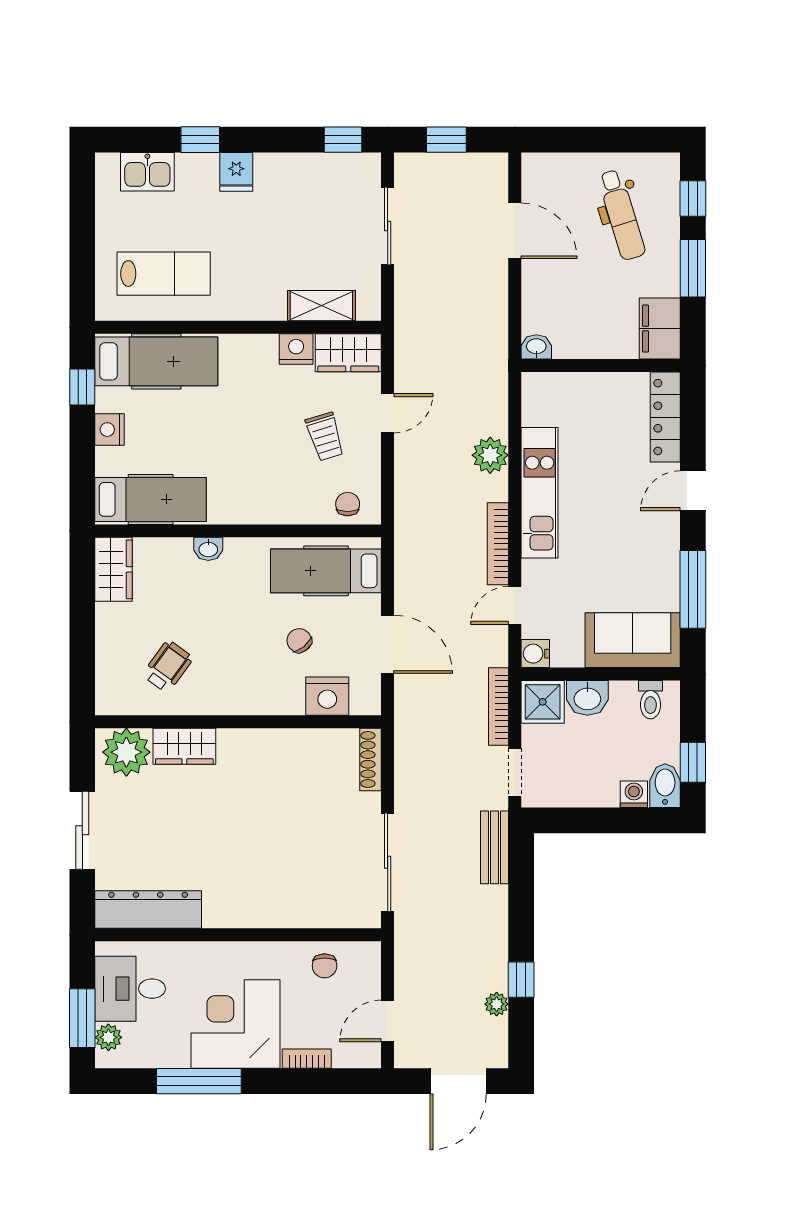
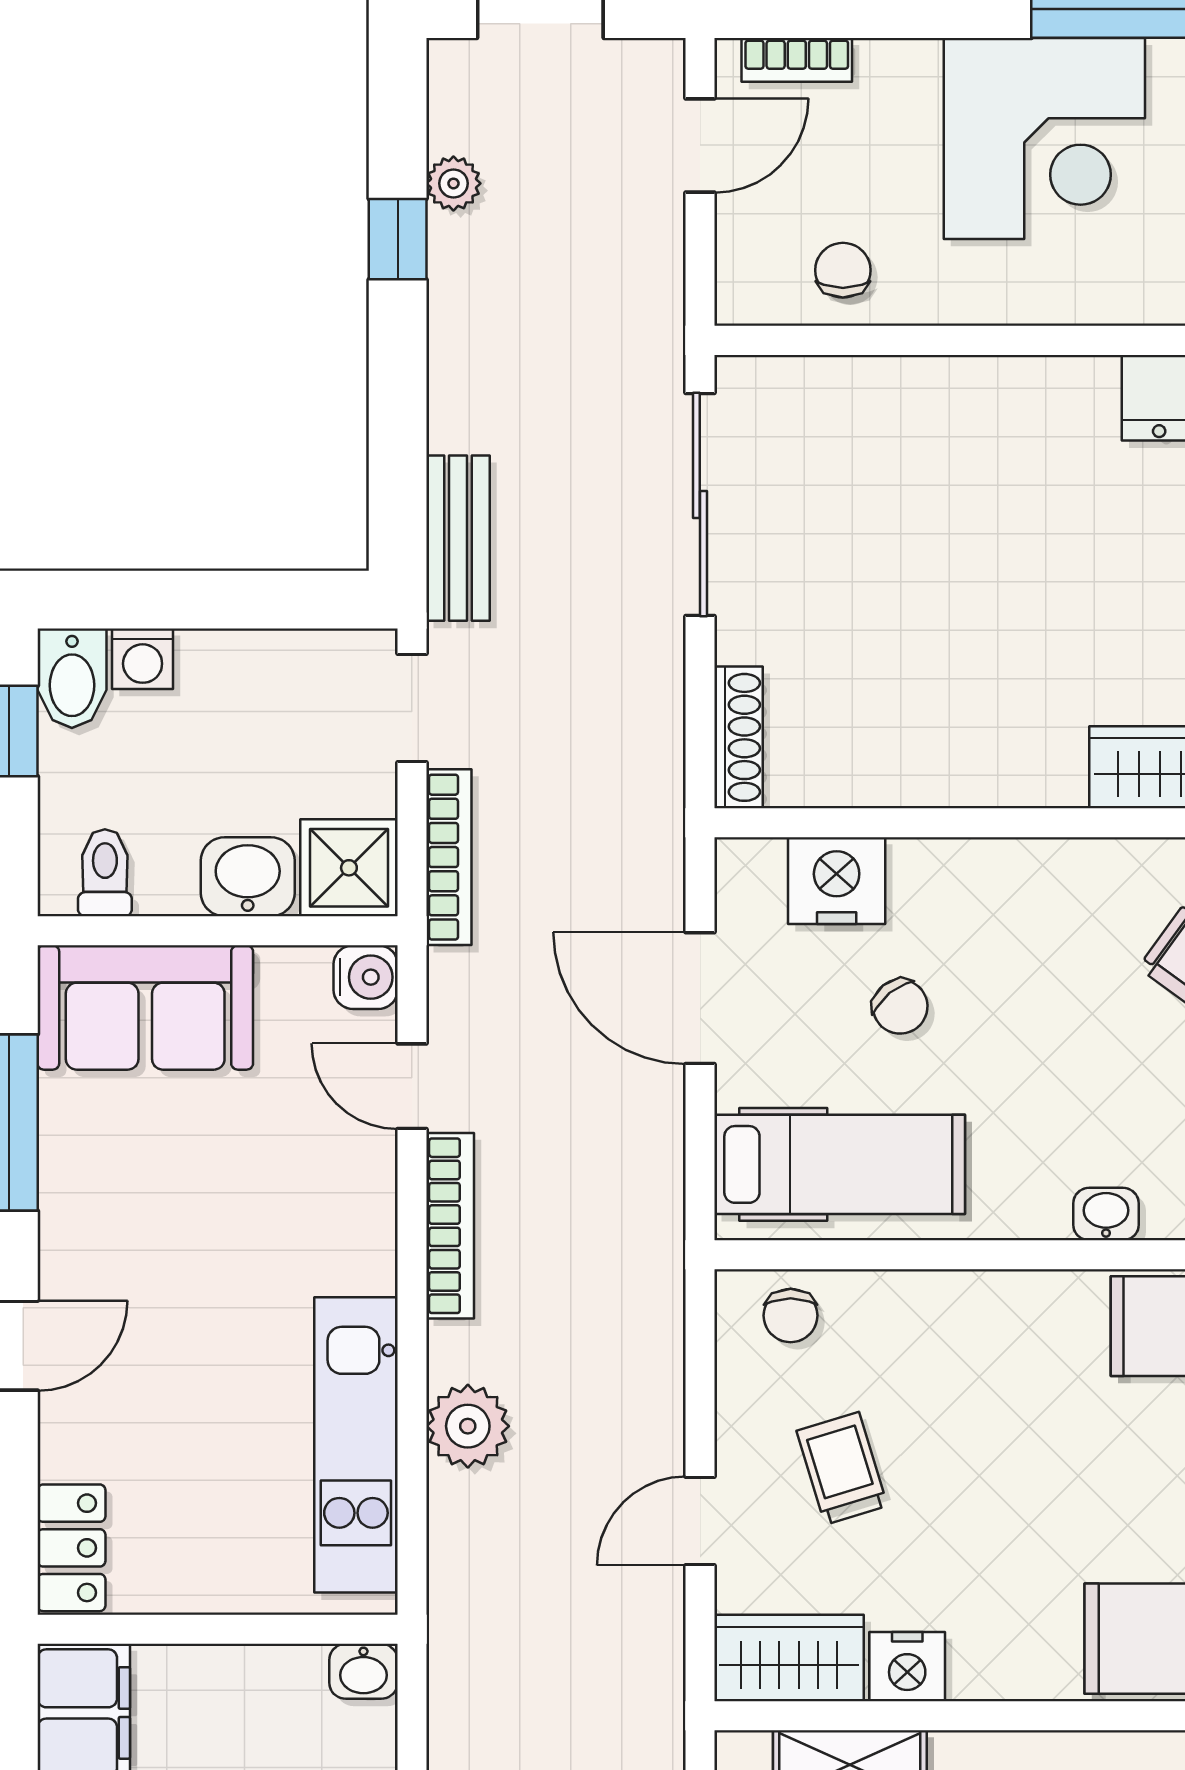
locker: (665, 417) -> (71, 1548), width x0.66
kitchen unit: (540, 493) -> (356, 1445), moved
door: (515, 605) -> (412, 1086), swing flipped
bookcase: (307, 1059) -> (797, 60), moved

